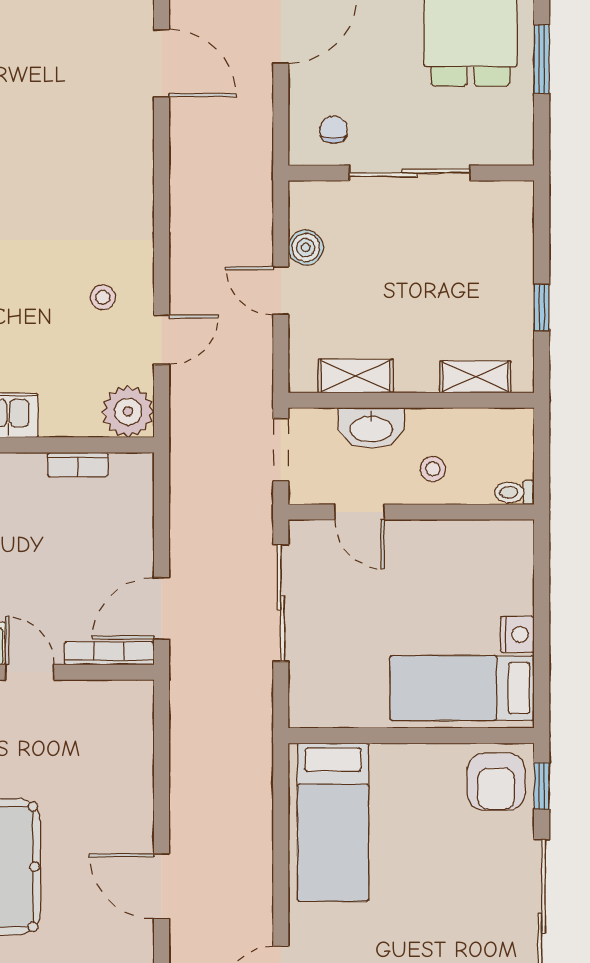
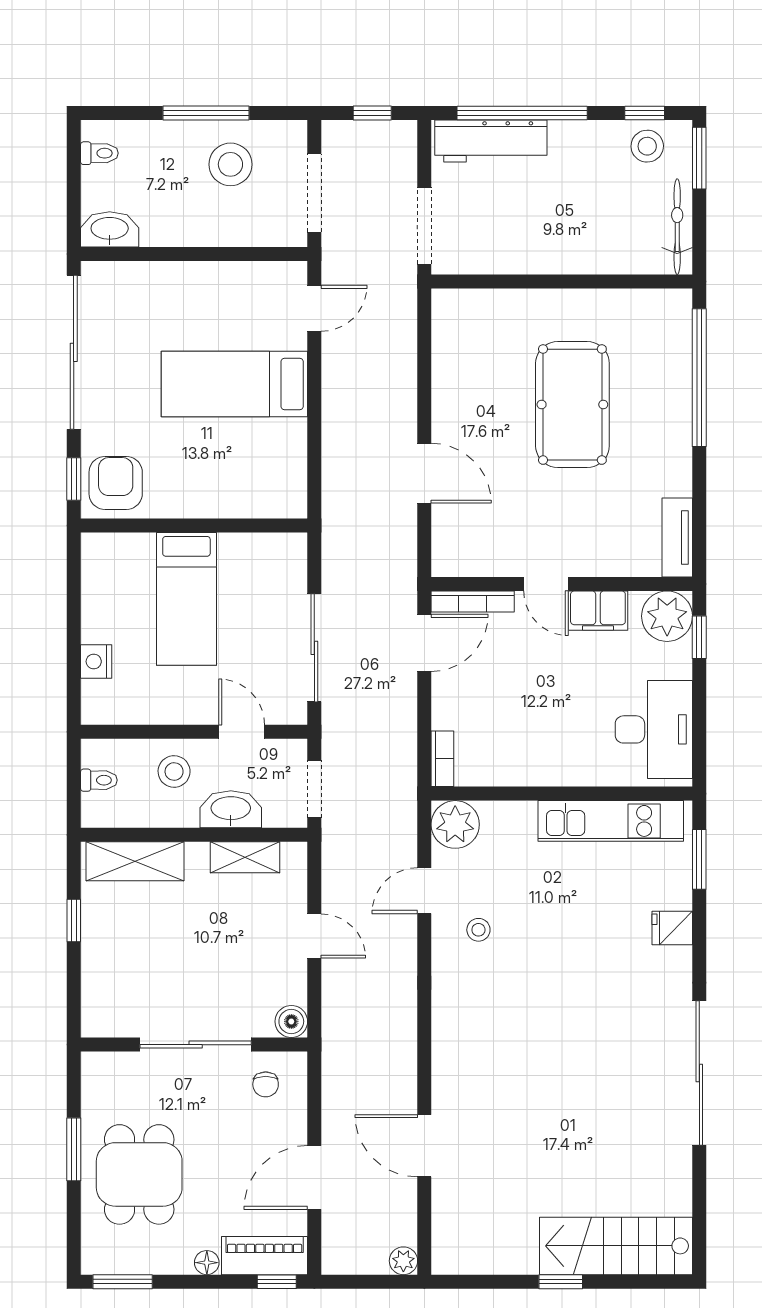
boiler: (306, 248) -> (291, 1021), moved
shelving: (475, 377) -> (135, 861), width x1.50, depth x1.33
bookcase: (78, 465) -> (442, 759), moved, turned 90
stool: (433, 469) -> (174, 772), width x1.37, depth x1.37
toilet: (514, 492) -> (99, 780), moved
nightstand: (517, 634) -> (96, 661), moved
bed: (462, 688) -> (186, 599), moved, turned 90
bed: (333, 822) -> (234, 384), moved, turned -90
door: (162, 886) -> (424, 473), moved

